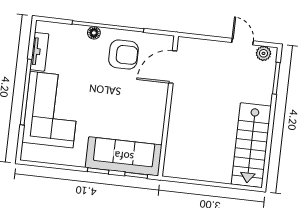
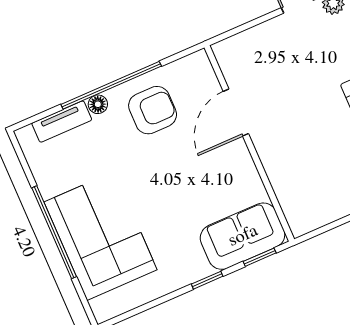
tv unit: (40, 52) -> (62, 122), moved, turned 90
door: (173, 67) -> (236, 113), moved
sofa: (124, 156) -> (243, 236), width x0.73

